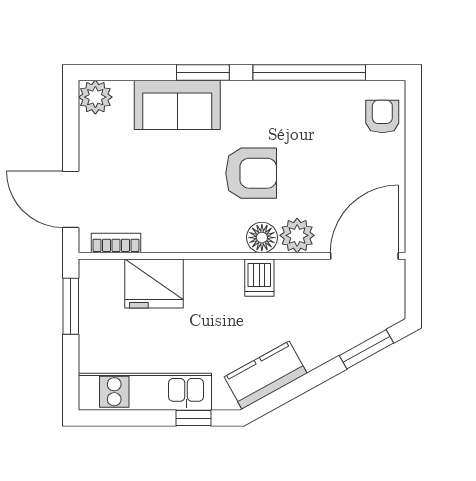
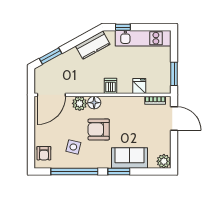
side table: (312, 131) -> (73, 147), added
dishwasher: (259, 278) -> (110, 86), moved
fridge: (154, 284) -> (139, 86), width x0.53, depth x0.75

